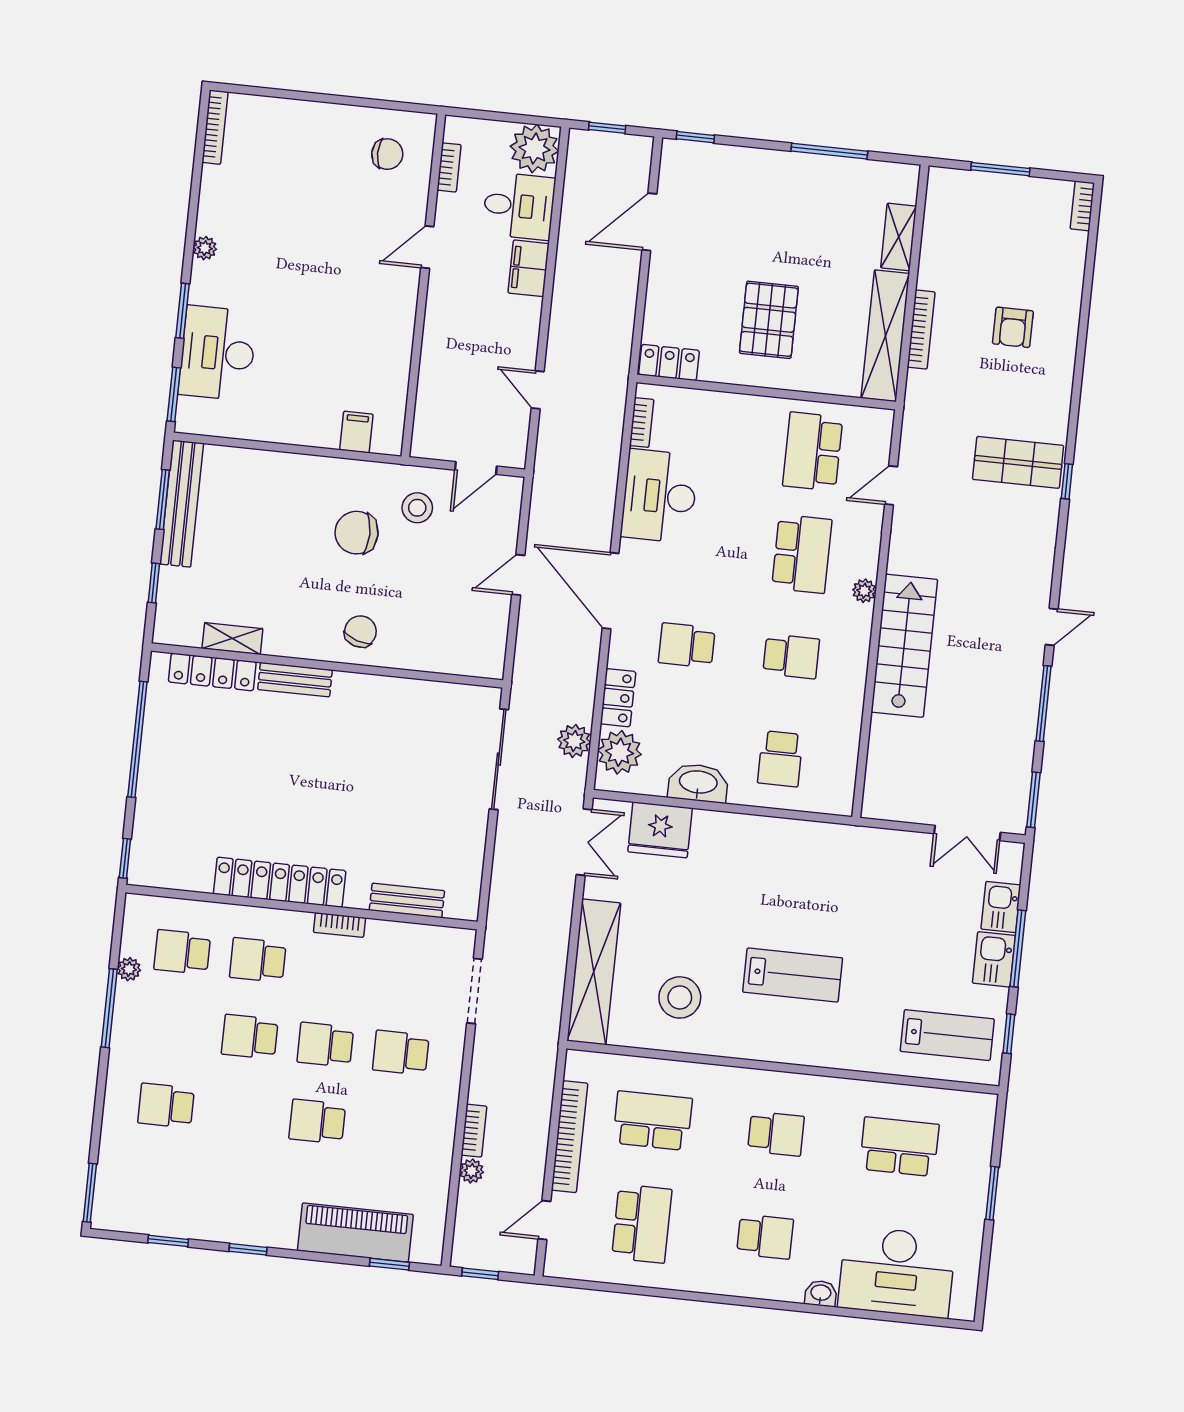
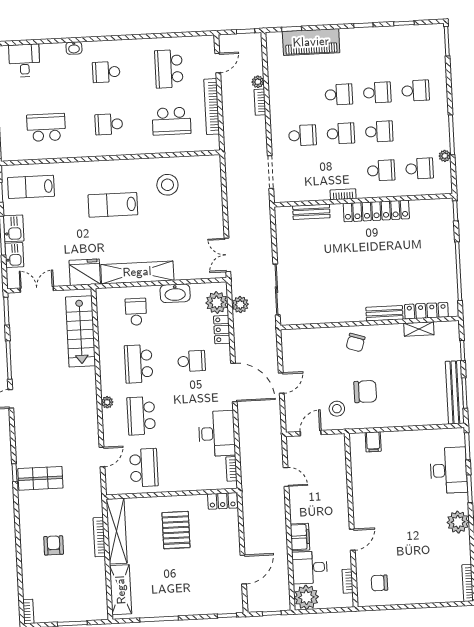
shelving: (899, 237) -> (121, 590), width x1.50, depth x1.33
plant: (205, 248) -> (458, 522), width x1.87, depth x1.87
stairs: (904, 646) -> (81, 331), moved
school desk: (791, 656) -> (139, 364), width x1.85
fridge: (660, 830) -> (85, 272), moved
shelving: (594, 972) -> (137, 272), moved, turned 90
school desk: (242, 1114) -> (377, 93), added
school desk: (899, 1147) -> (46, 127), turned 180
desk: (897, 1272) -> (24, 61), width x0.53, depth x0.77

